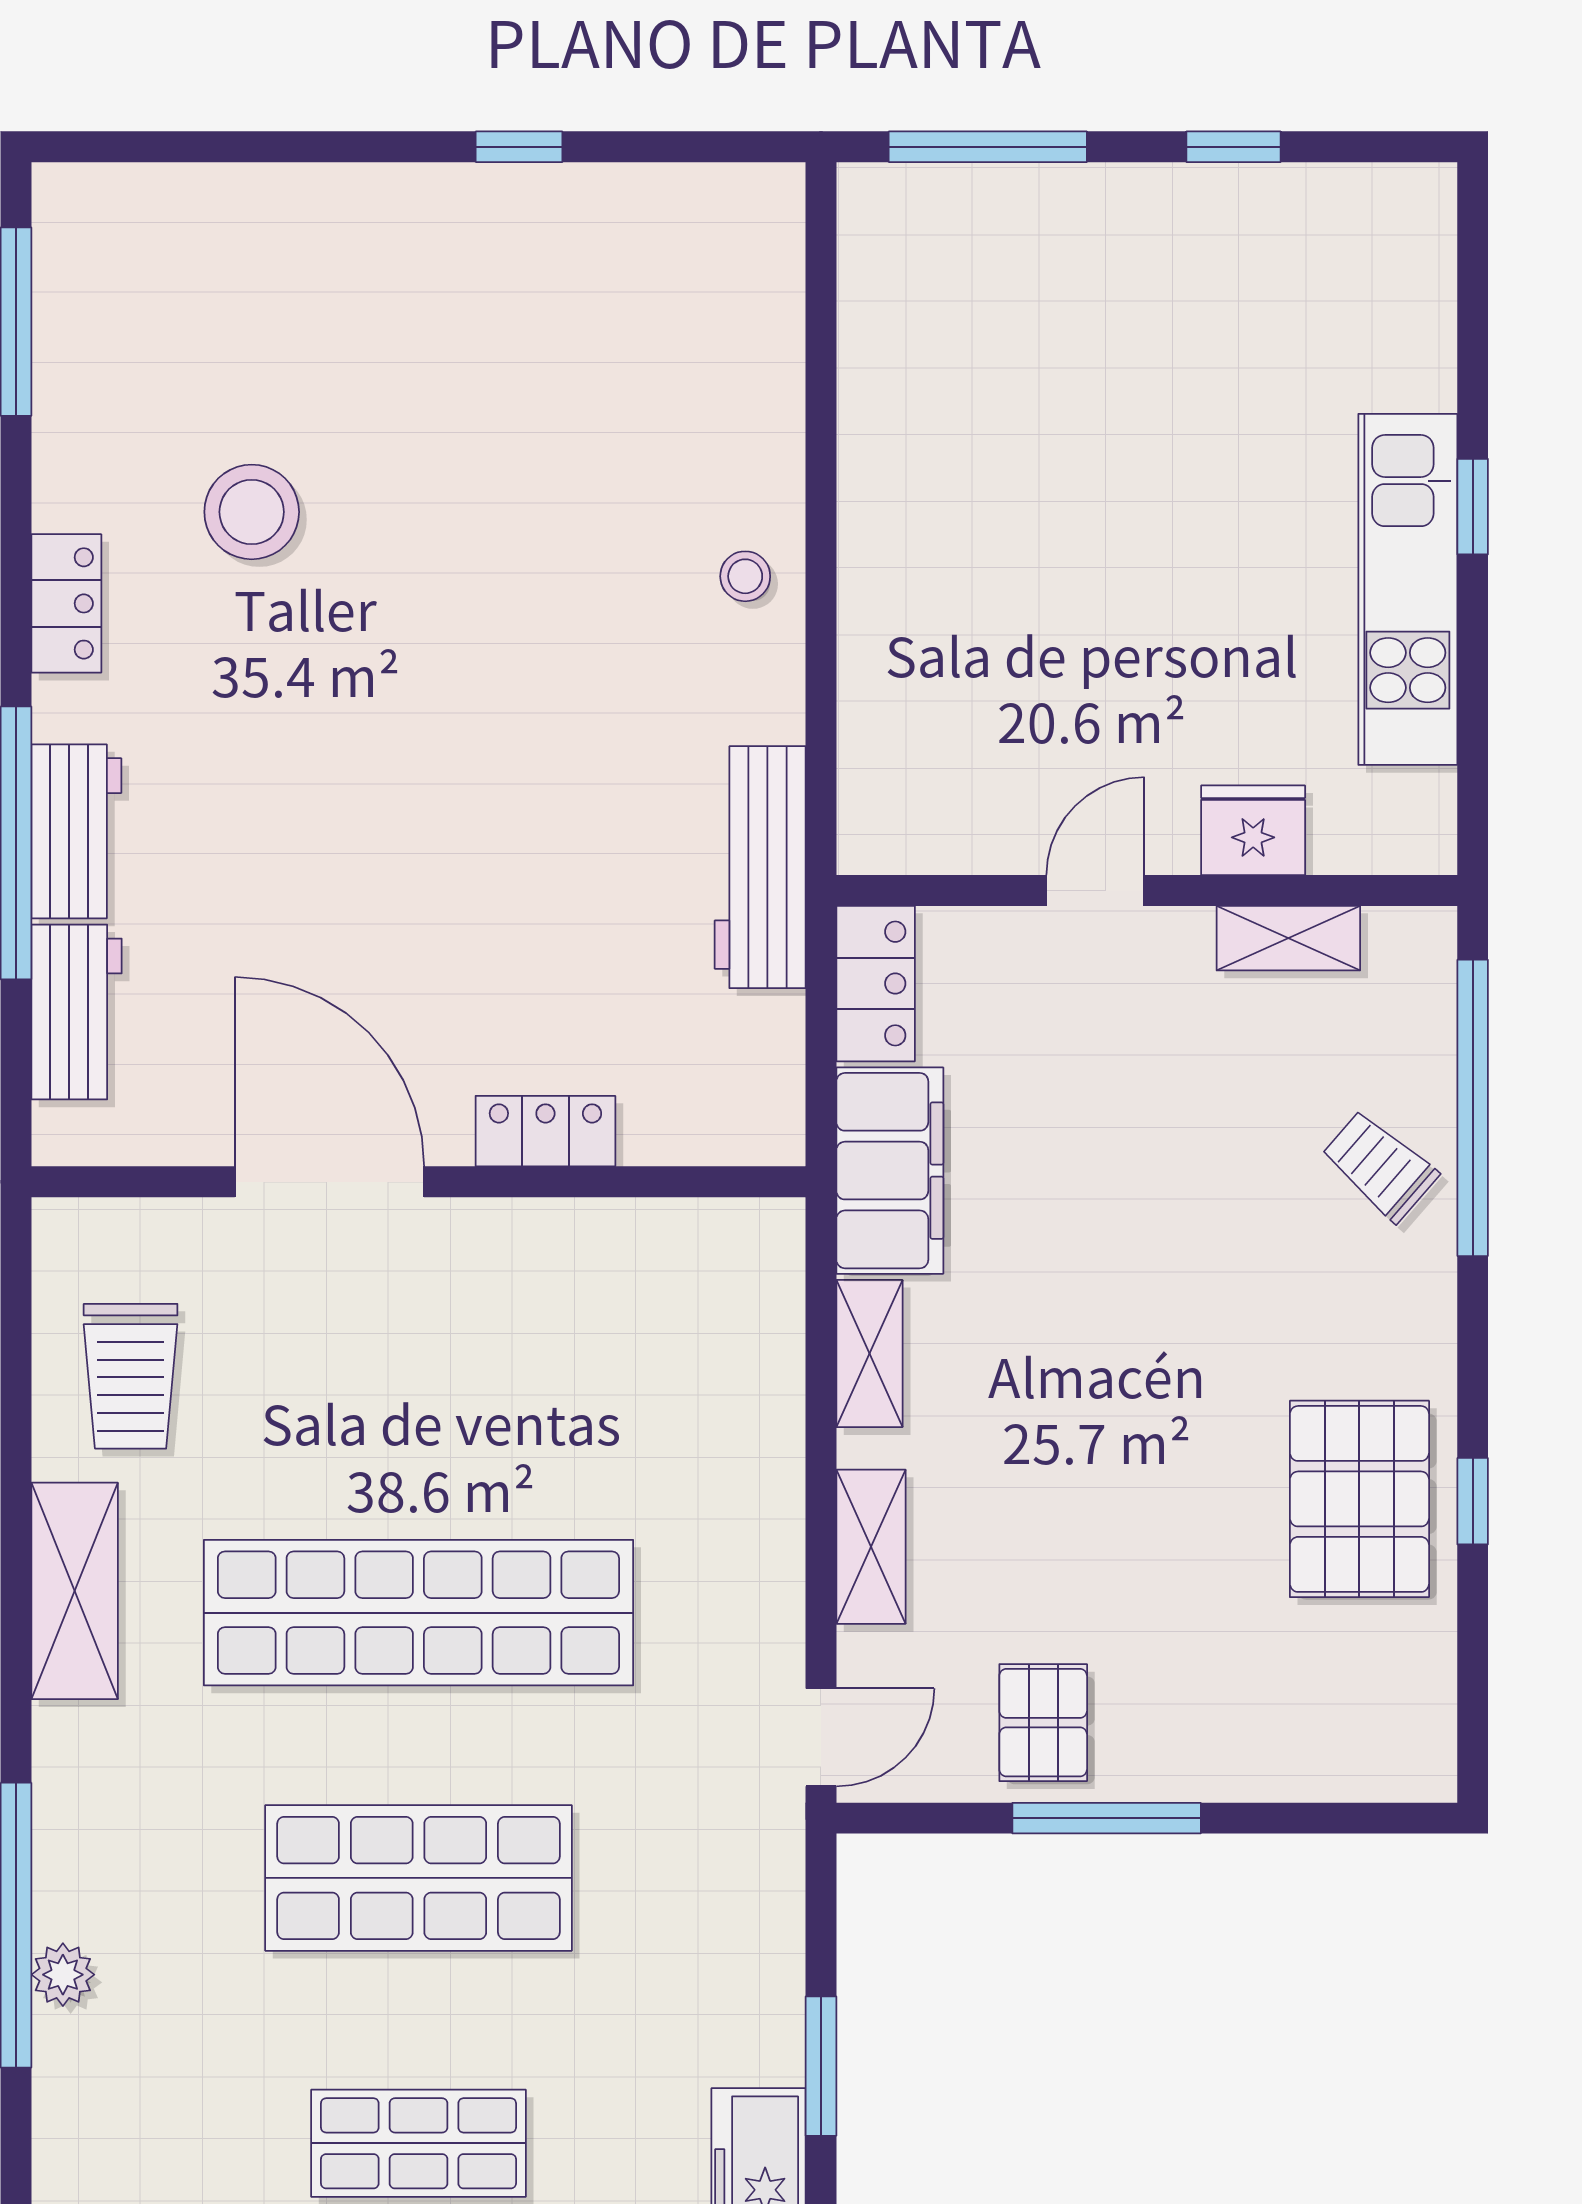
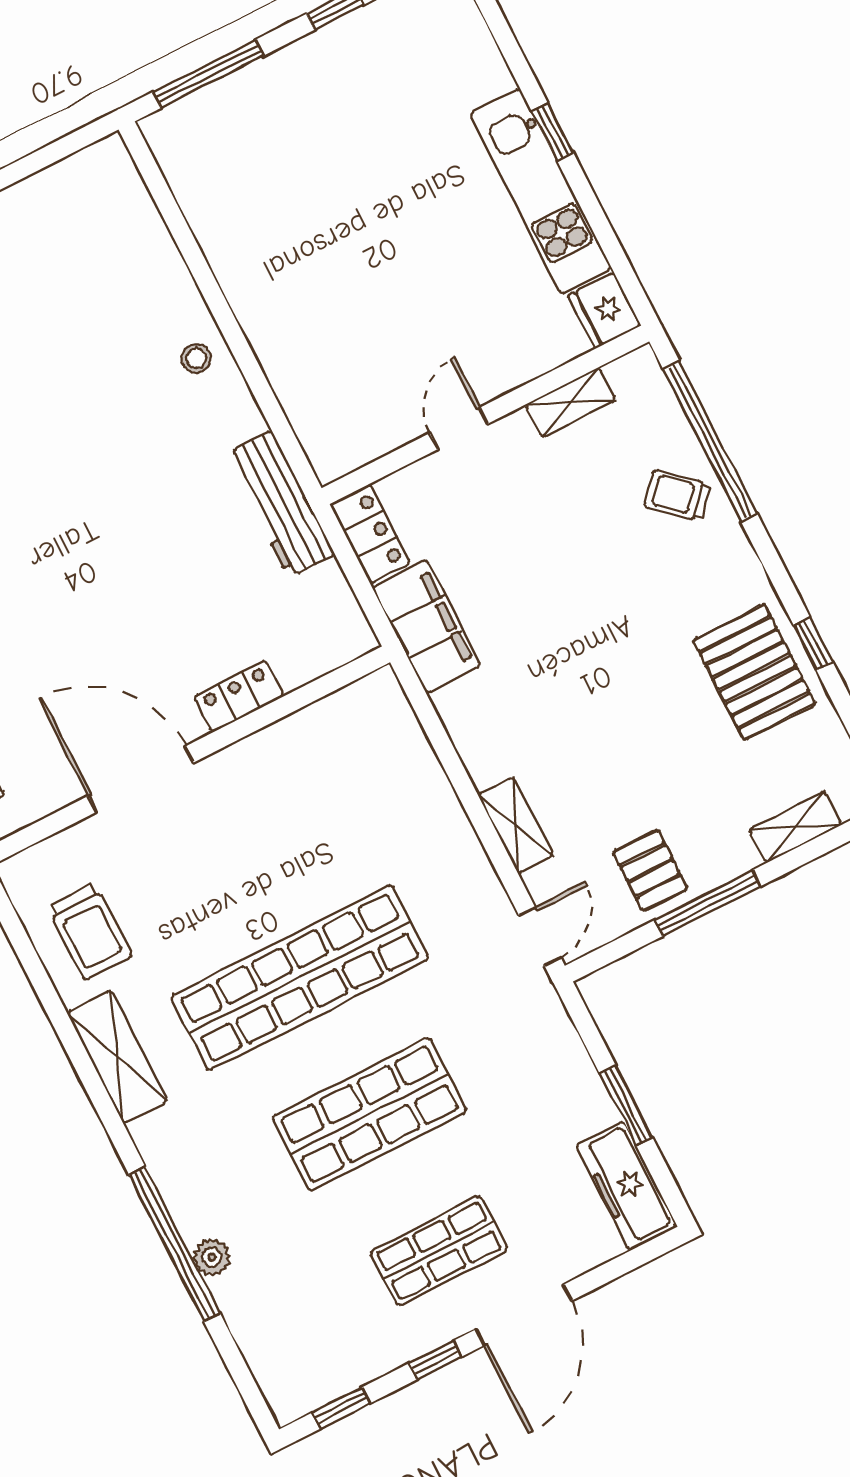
fridge: (1253, 830) -> (604, 310), moved, turned -90
shelving: (869, 1354) -> (795, 827), moved, turned 90

